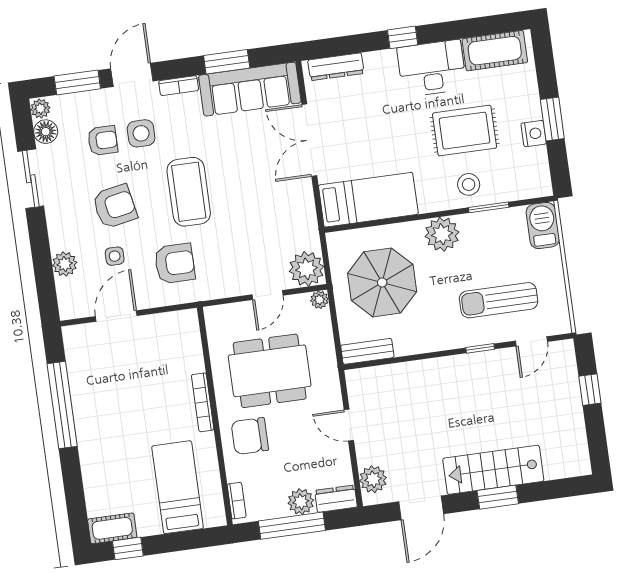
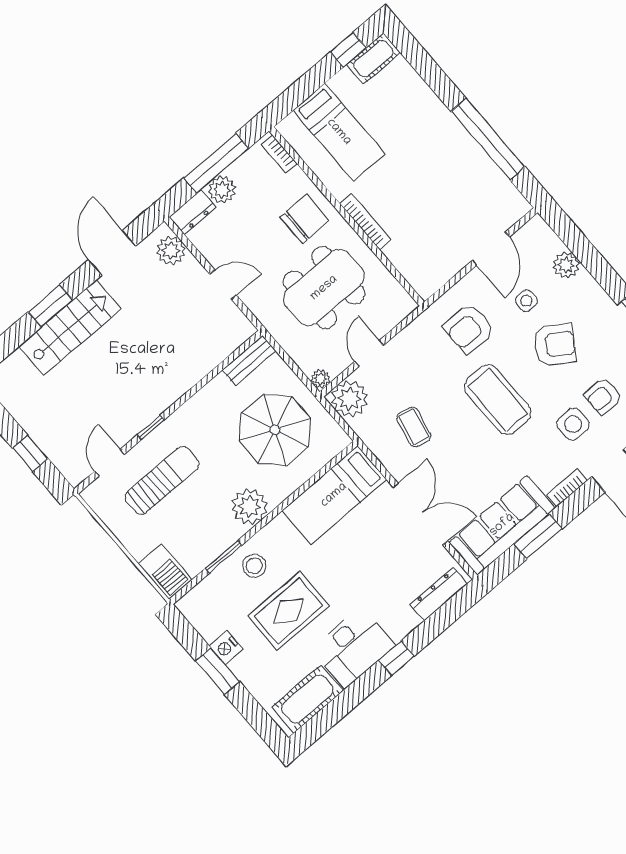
armchair: (115, 206) -> (555, 345), turned -136
coffee table: (270, 213) -> (414, 427), added

